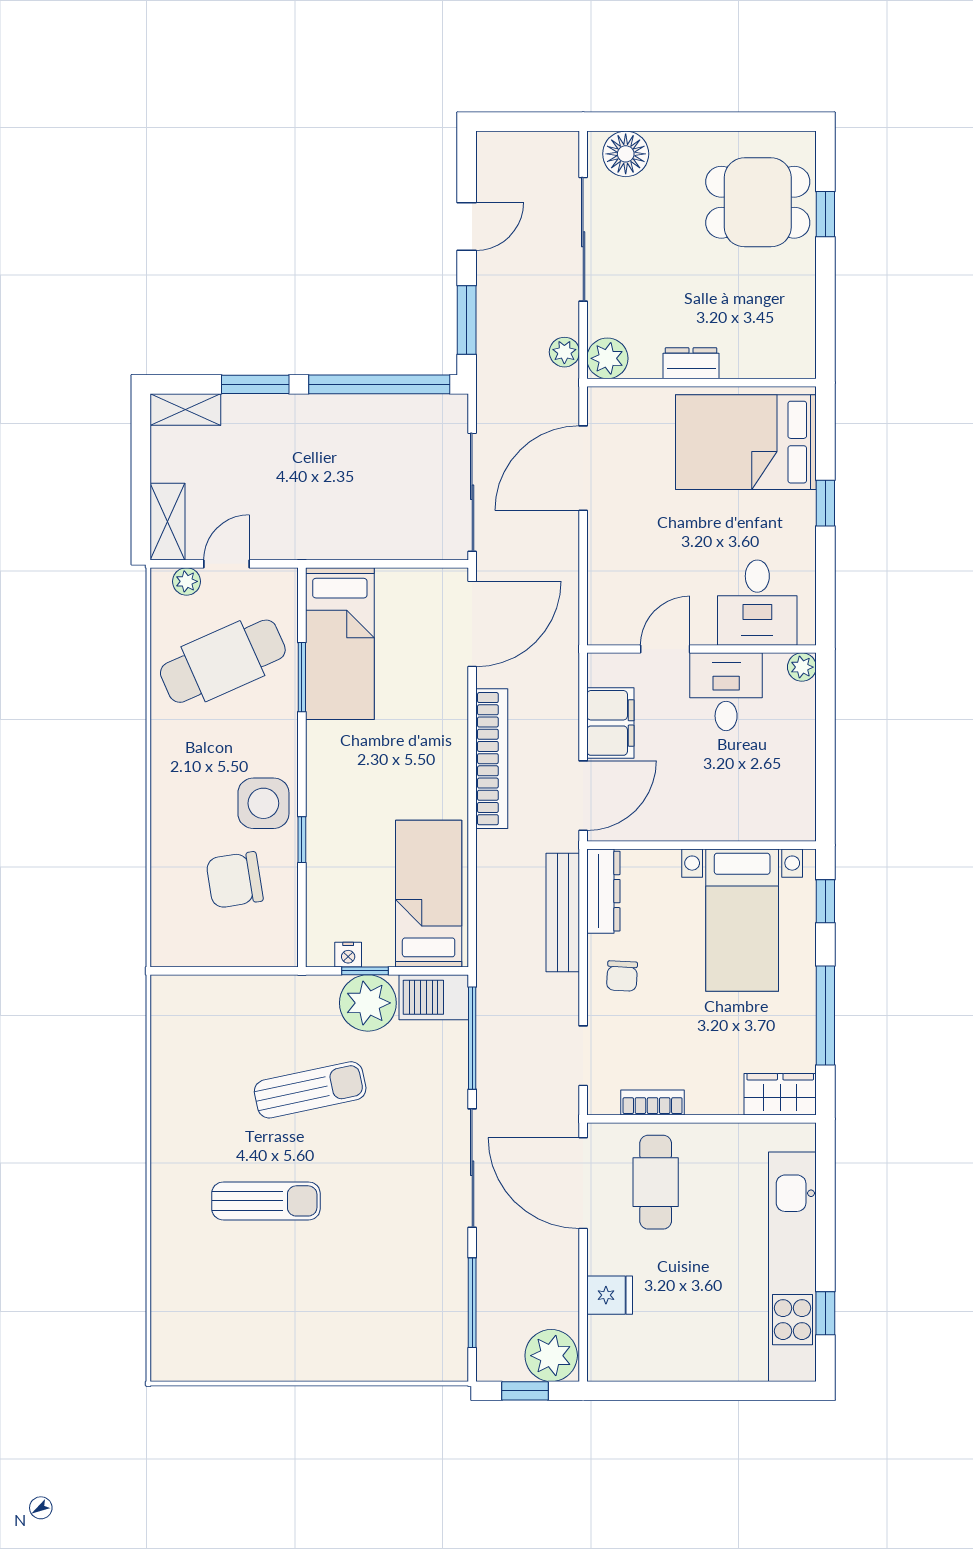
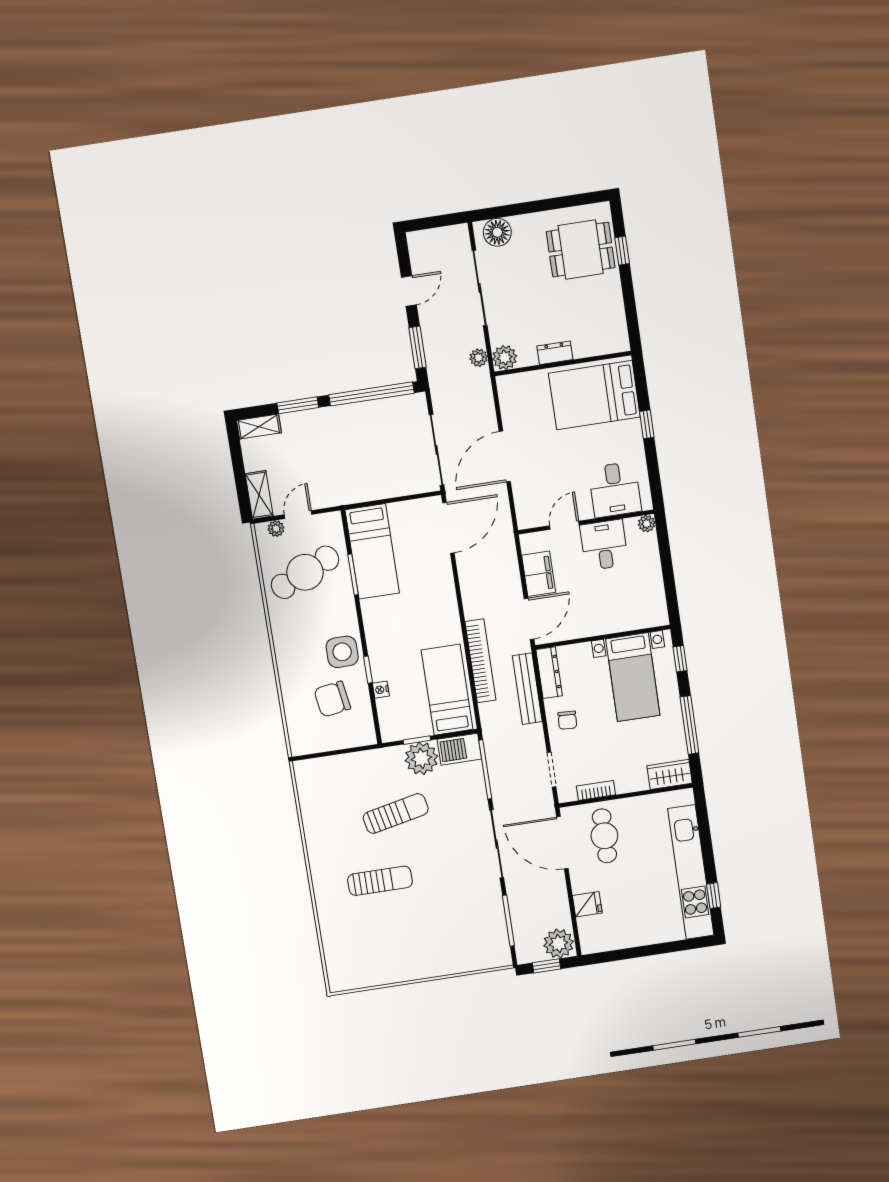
door: (583, 468) -> (505, 456), moved
bookcase: (492, 759) -> (480, 661), moved
nightstand: (348, 955) -> (381, 690), moved, turned 90

